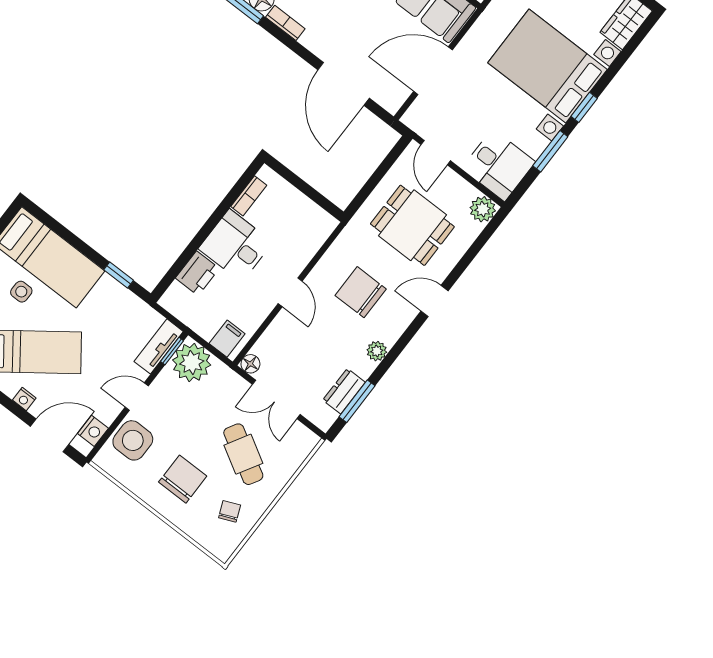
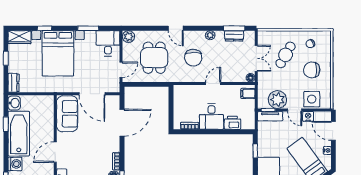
window: (584, 107) -> (44, 28), moved
plant: (192, 362) -> (277, 100), moved
nightstand: (93, 431) -> (308, 116), moved

